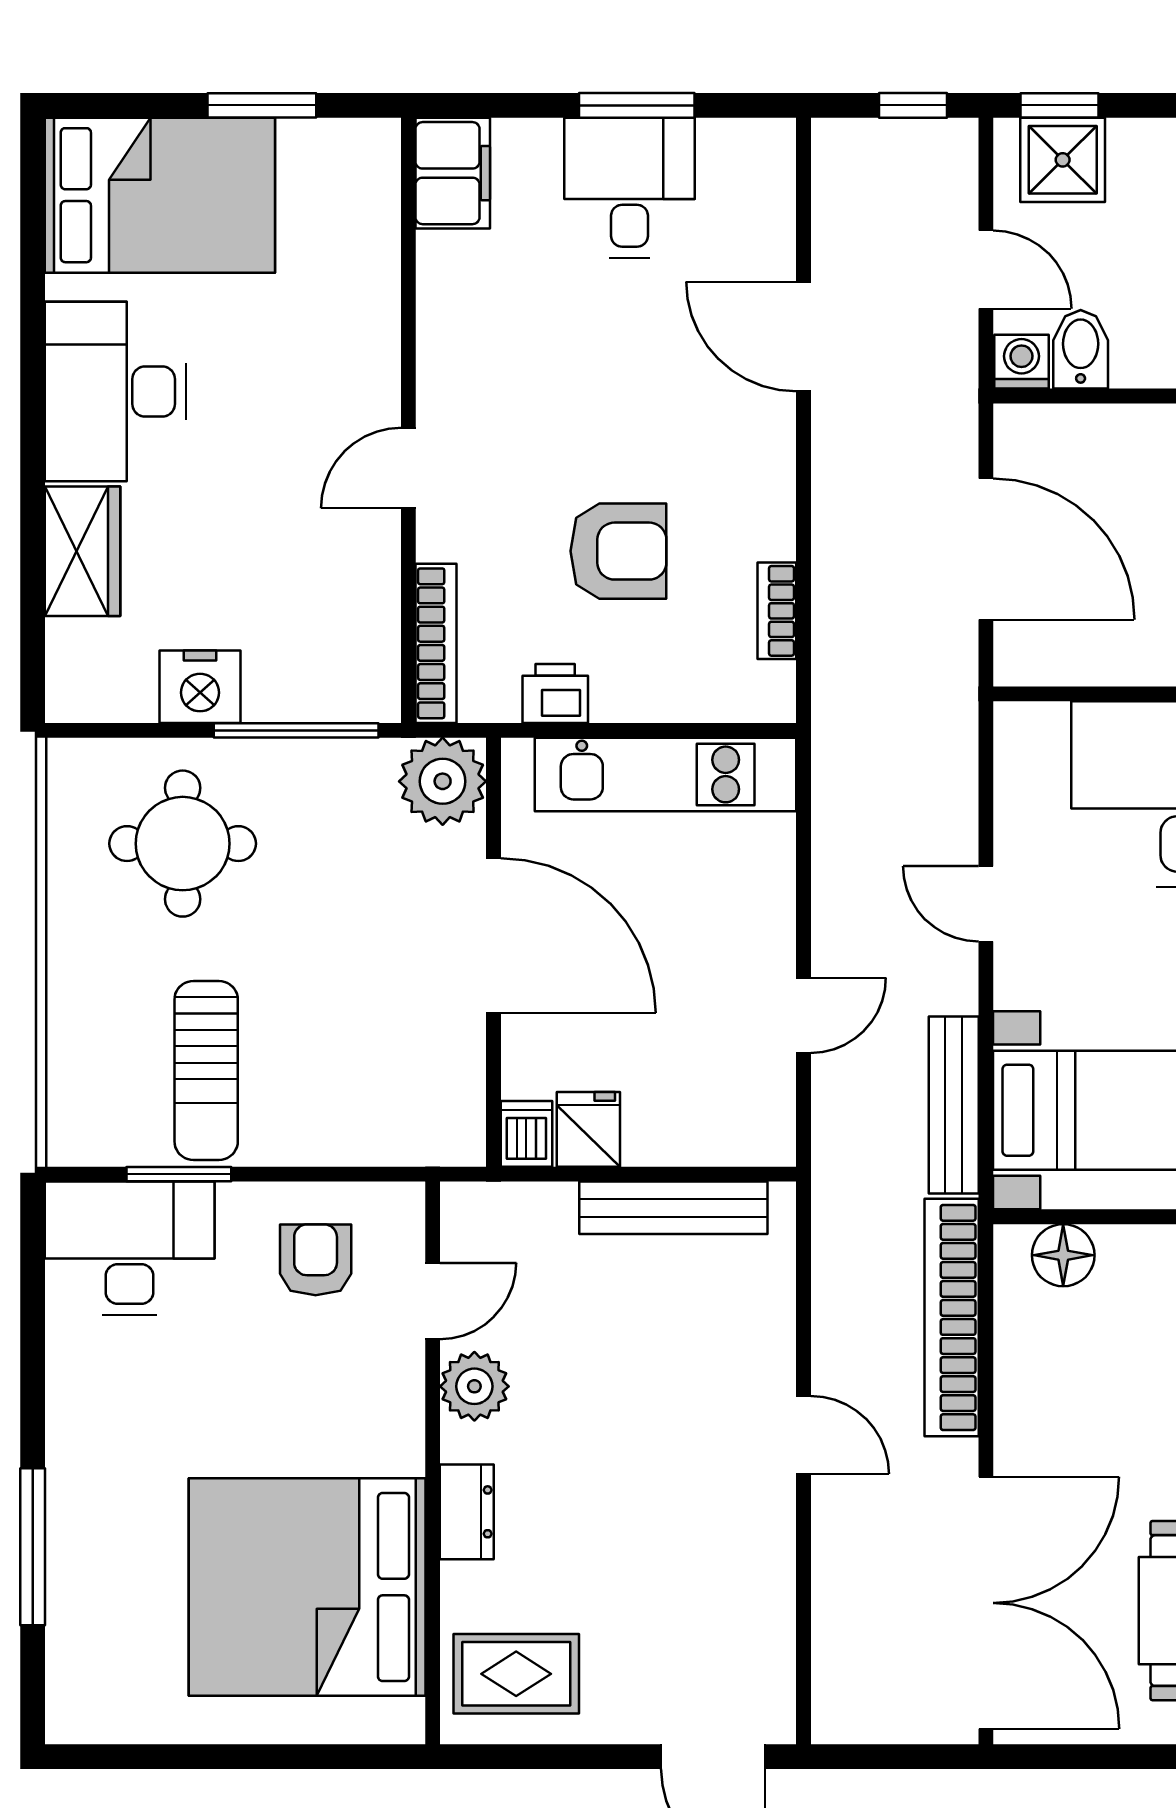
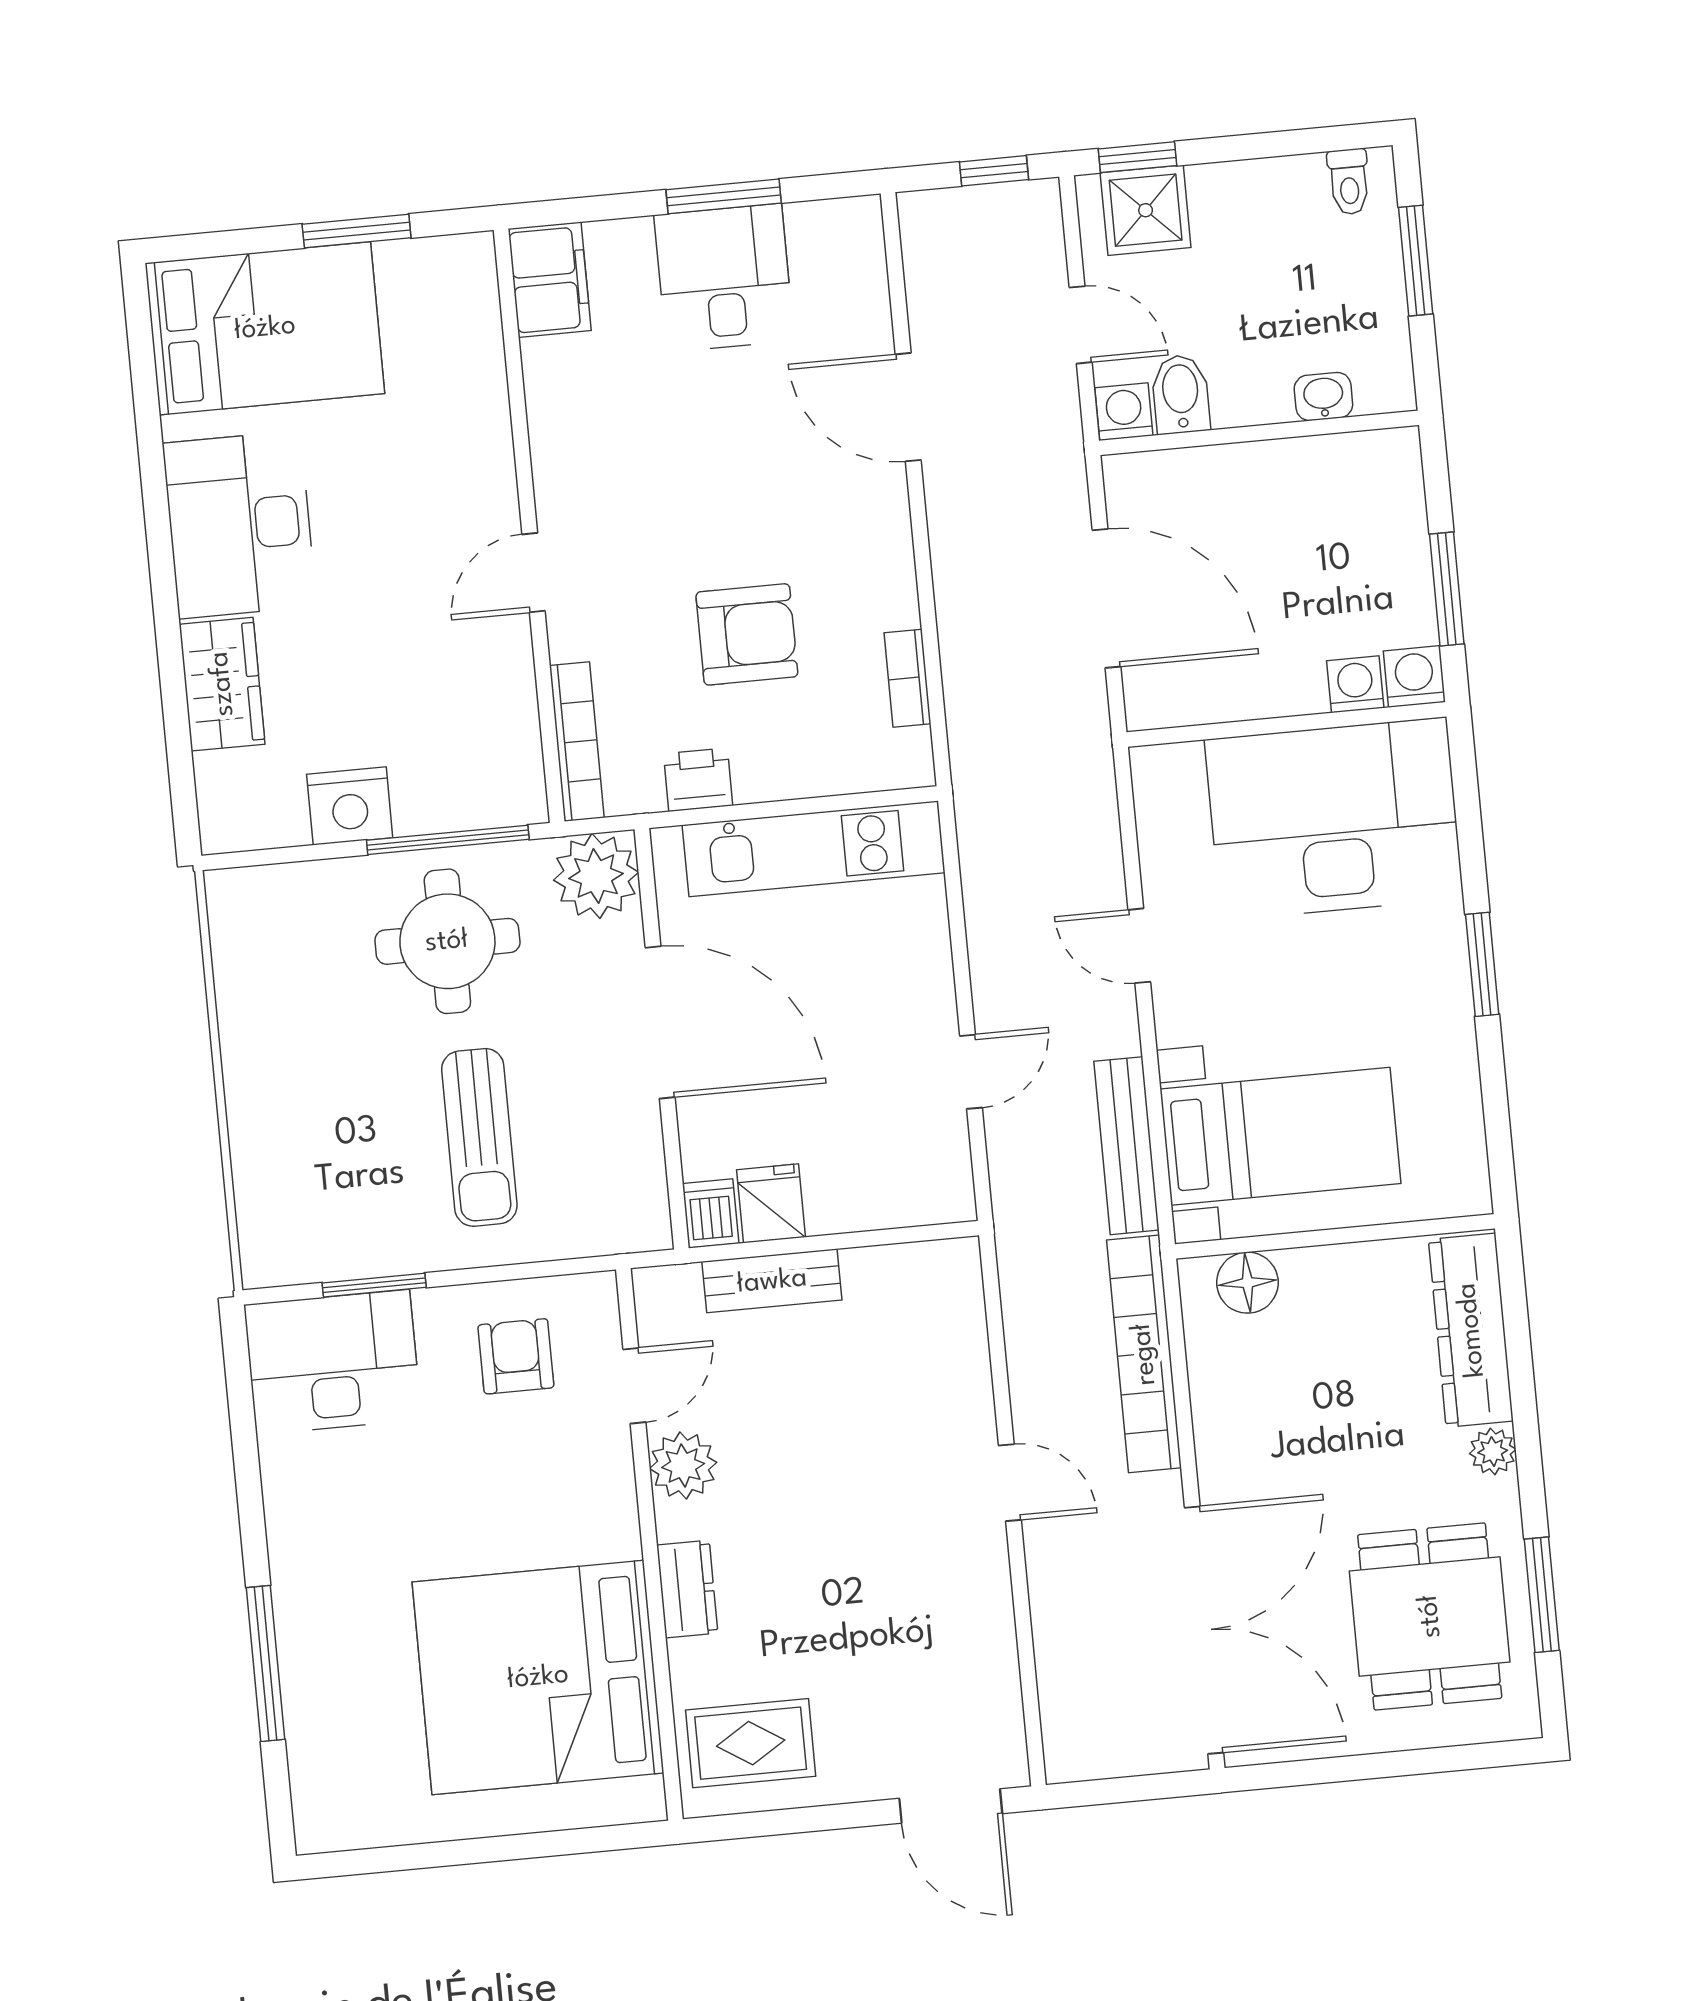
round table: (183, 844) -> (447, 941), moved
sun lounger: (206, 1070) -> (479, 1137), moved
bench: (673, 1208) -> (772, 1281), moved, width x0.73

